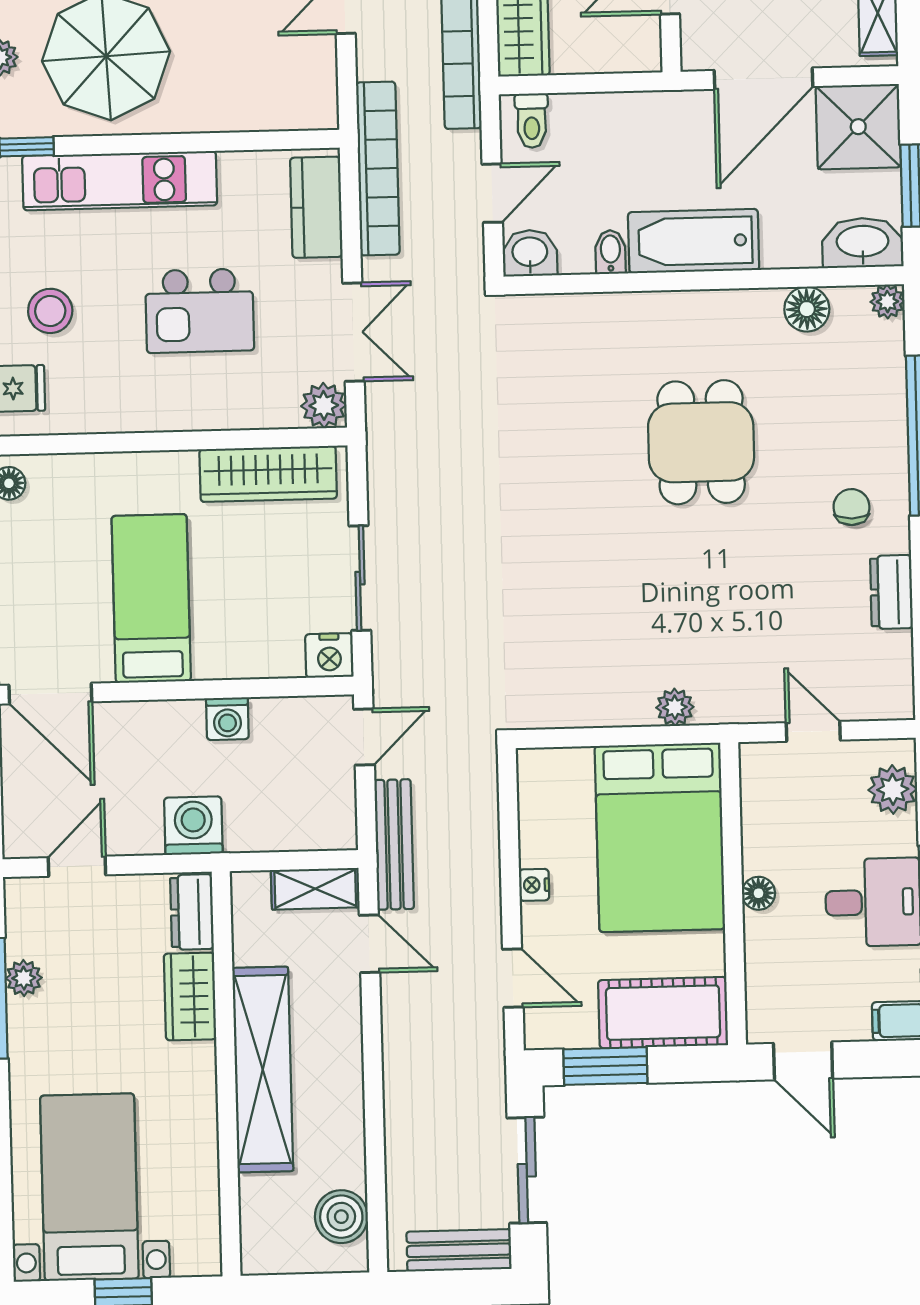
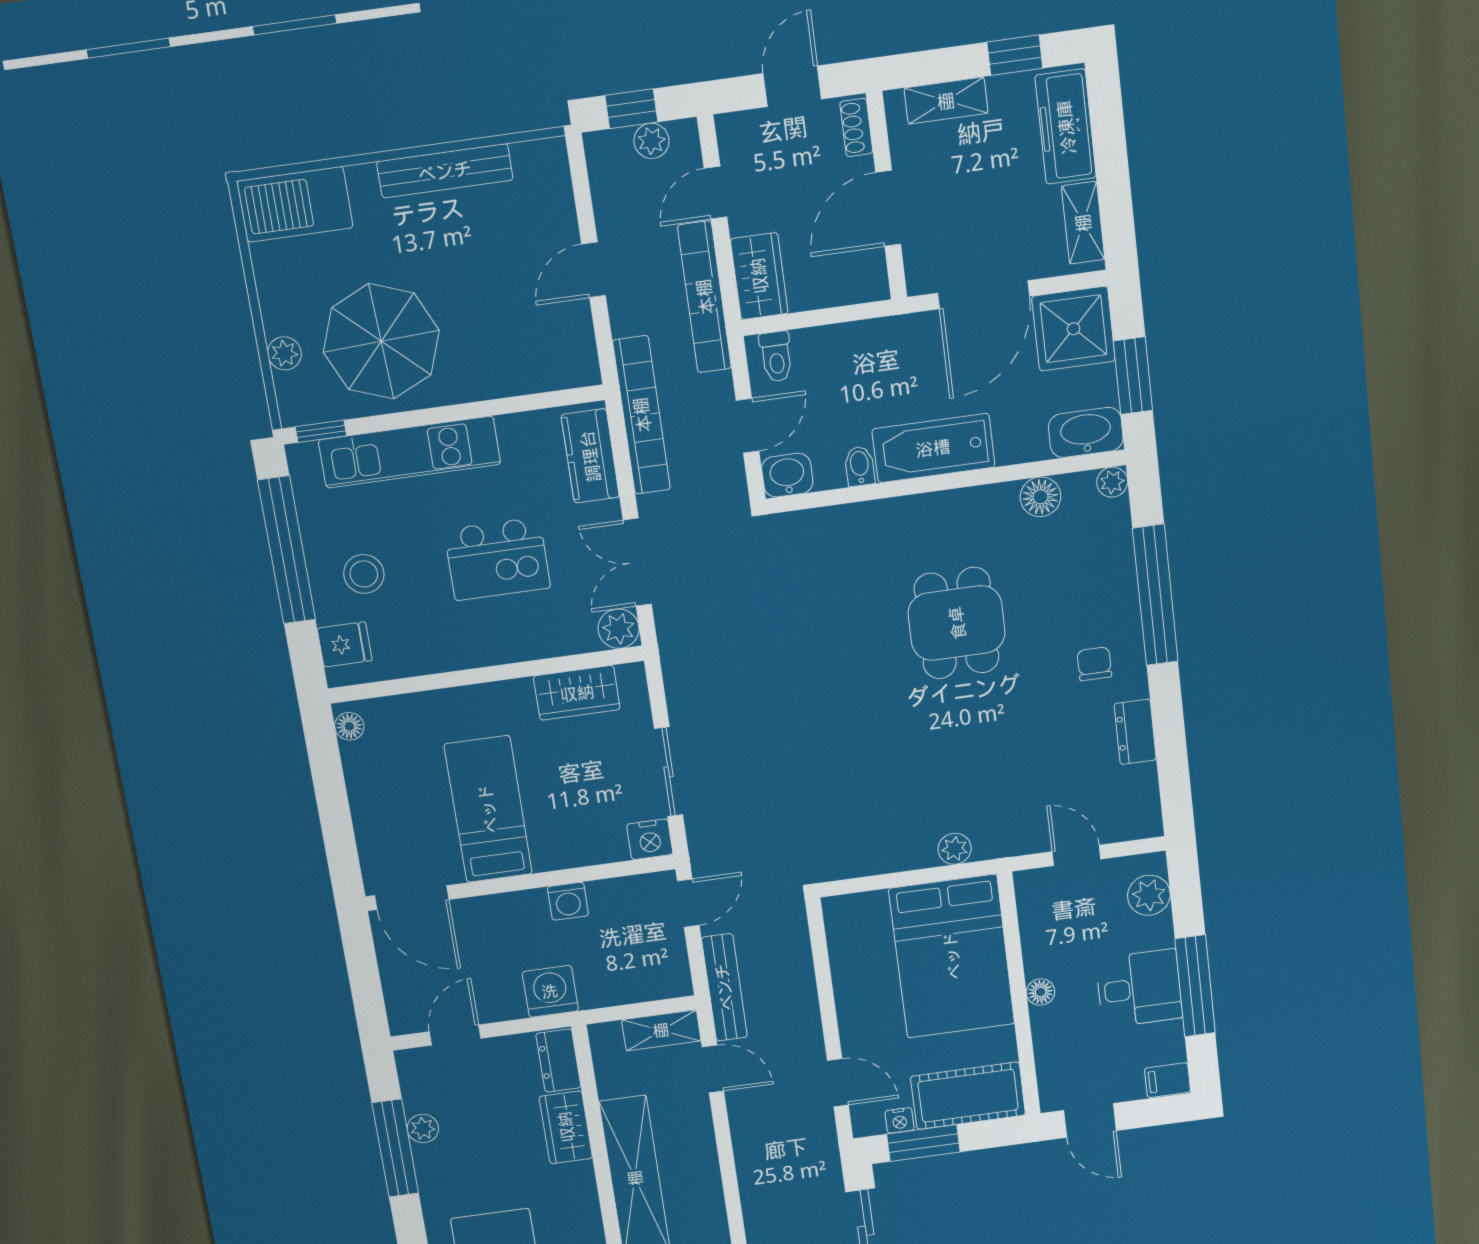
double door: (354, 332) -> (637, 562), swing flipped
wardrobe: (268, 474) -> (577, 693), width x0.67
nightstand: (534, 885) -> (900, 1120), moved, turned -90

